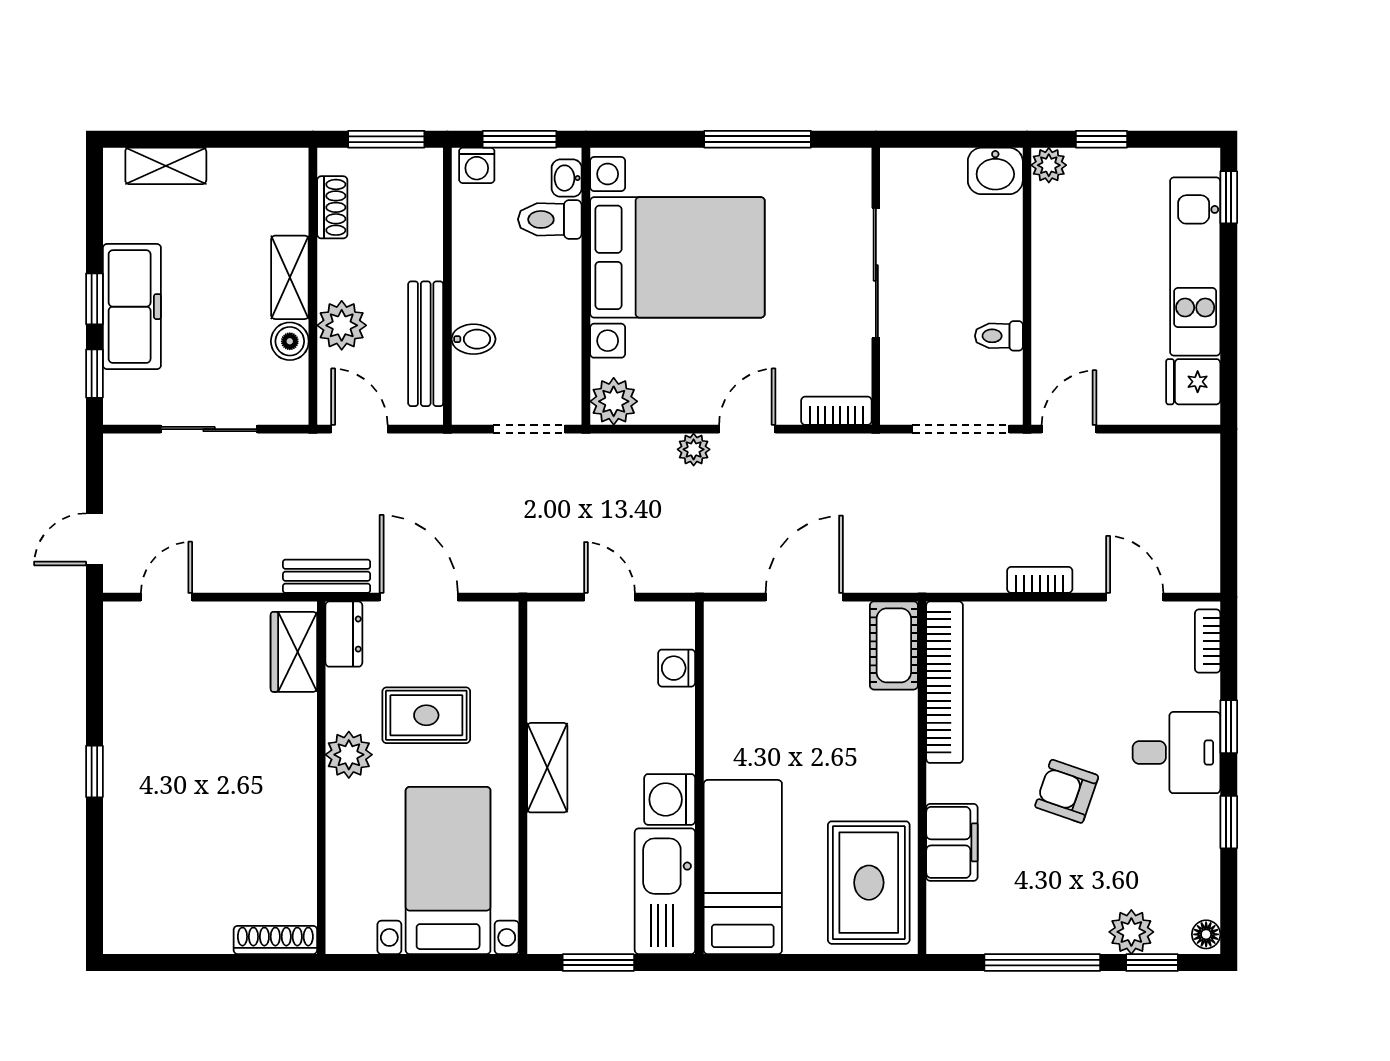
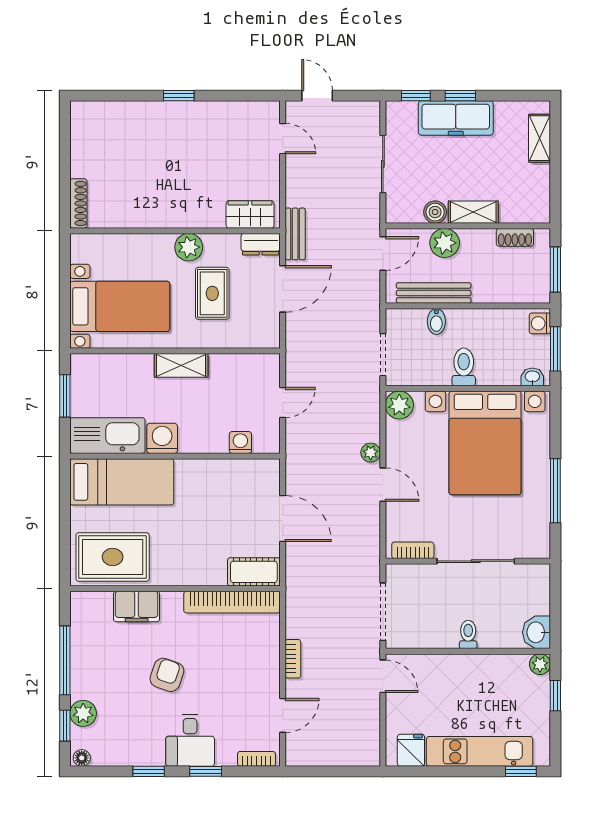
toilet: (550, 219) -> (464, 367), moved
toilet: (999, 336) -> (468, 634), moved
bookcase: (836, 411) -> (413, 550), moved, turned -90

